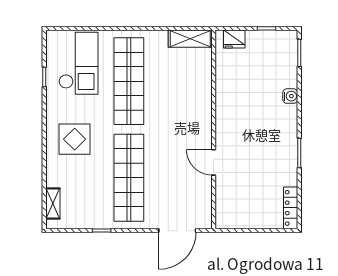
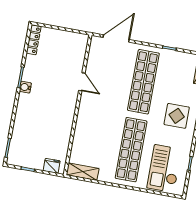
water cooler: (290, 96) -> (25, 87), moved

